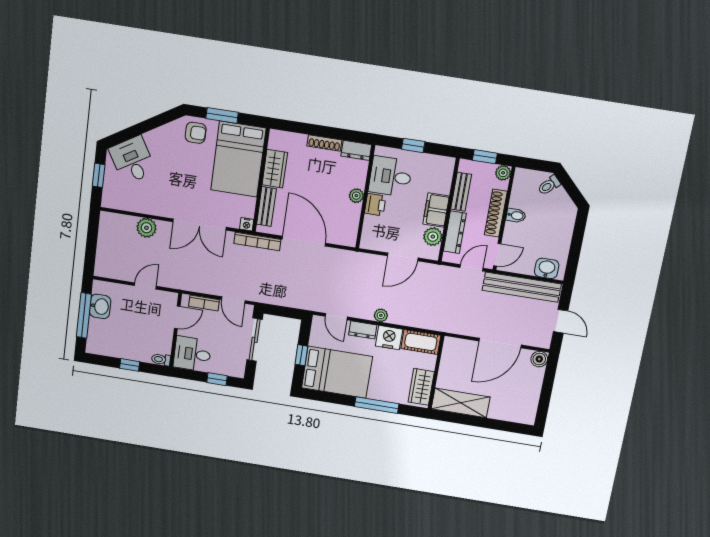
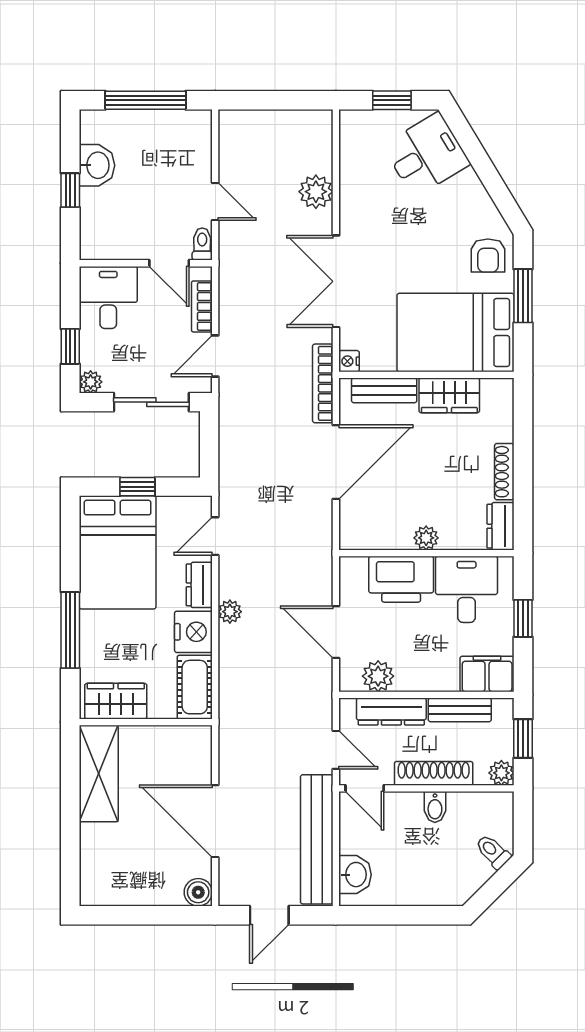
printer: (375, 205) -> (401, 579), width x1.87, depth x1.48
filing cabinet: (436, 210) -> (487, 674), moved
washbasin: (100, 306) -> (97, 165), moved, turned -90
toilet: (161, 359) -> (202, 244), moved
plant: (238, 371) -> (91, 382), added

